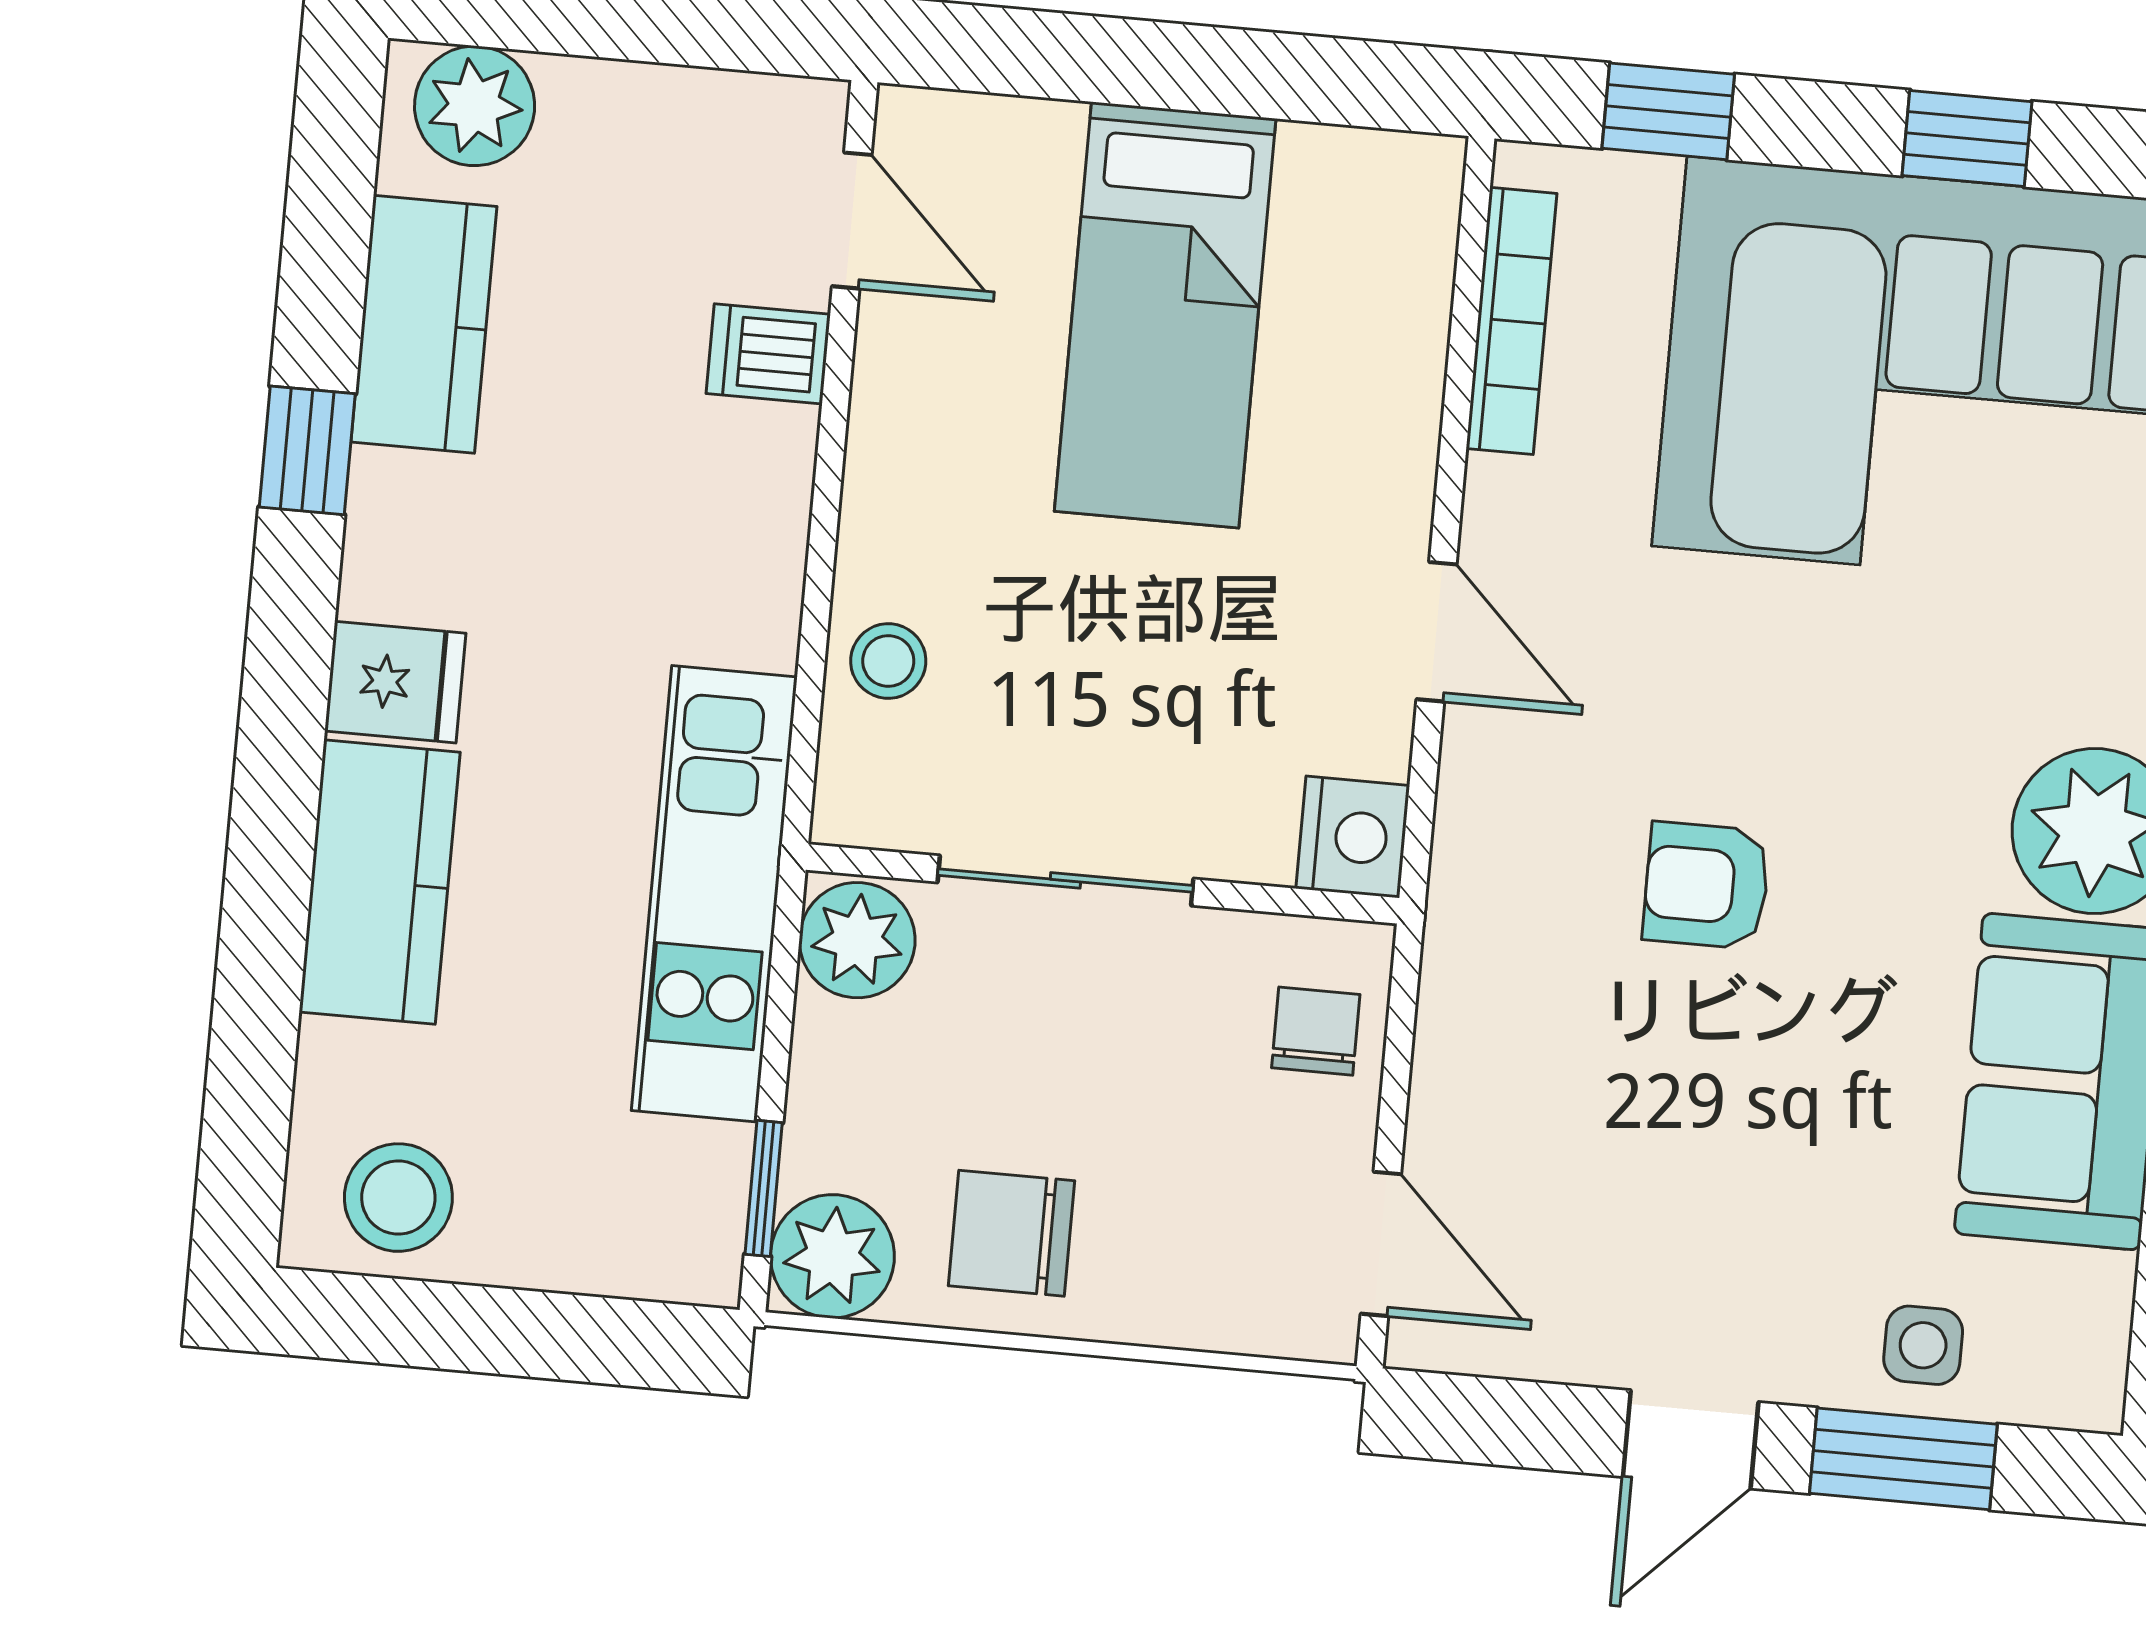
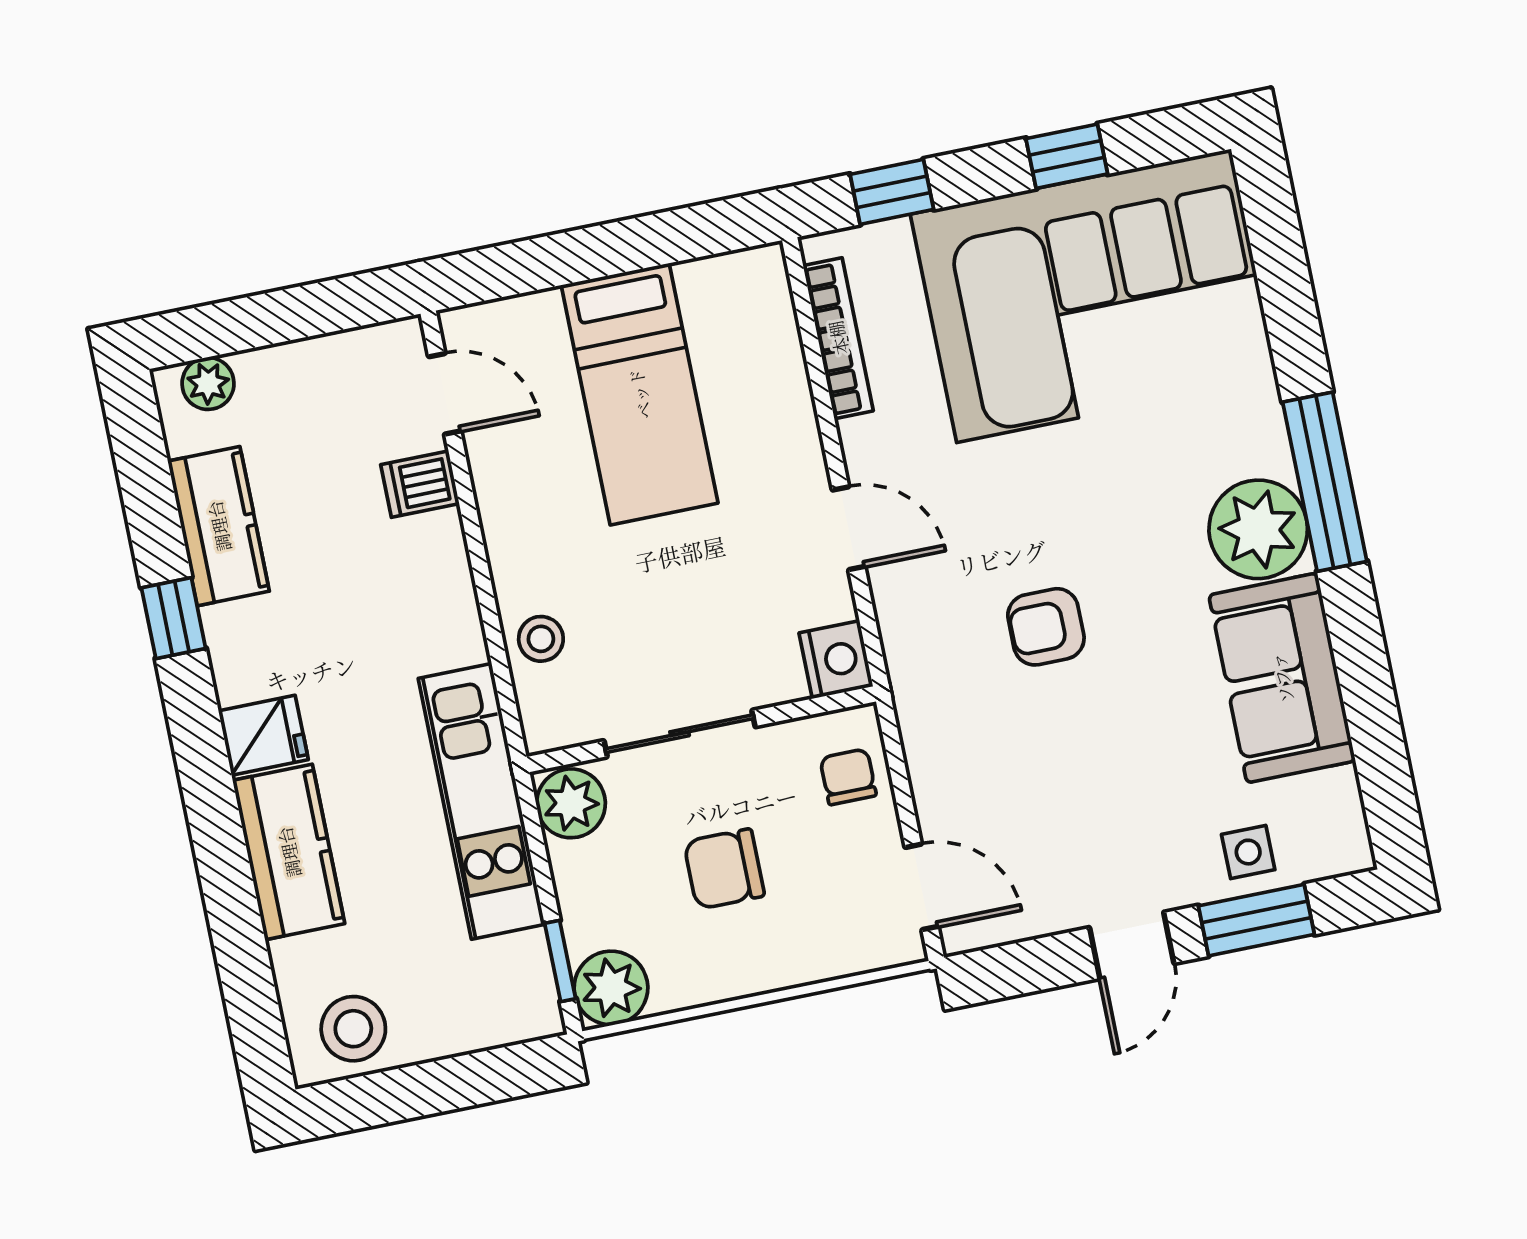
plant: (475, 106) -> (208, 383), width x0.73, depth x0.73
chair: (1012, 1233) -> (724, 869), moved

